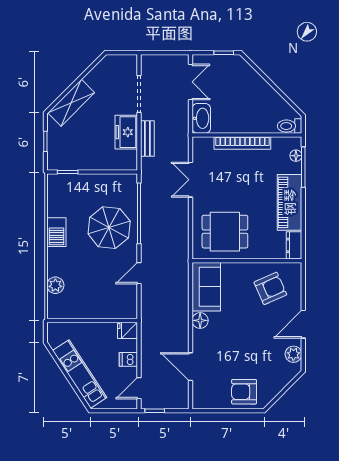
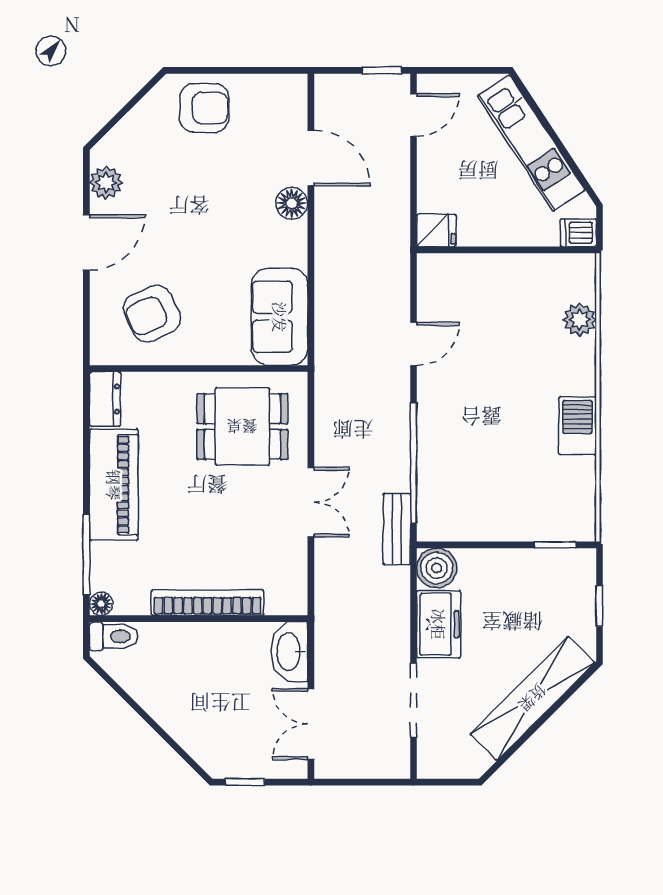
shelving: (71, 103) -> (533, 698), width x1.47
bench: (147, 139) -> (397, 529), moved
floor lamp: (296, 156) -> (101, 604), moved
boiler: (127, 160) -> (437, 568), added
double door: (190, 180) -> (311, 502), moved
parasol: (109, 228) -> (473, 434), removed
floor lamp: (200, 320) -> (292, 203), moved
dishwasher: (128, 359) -> (578, 233), moved, turned 180

